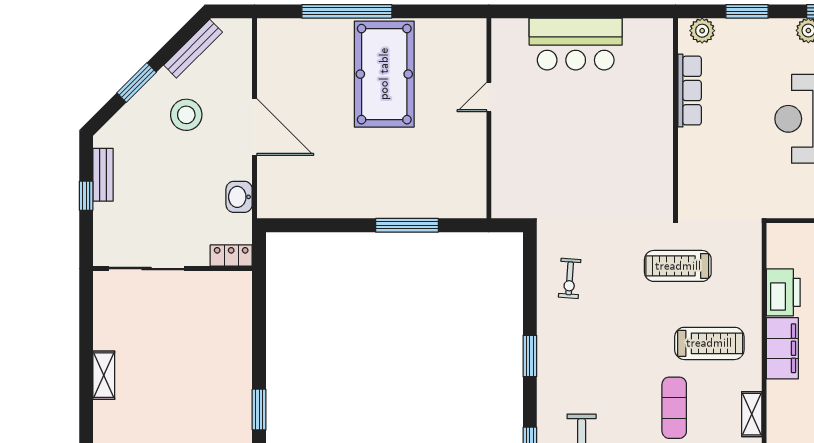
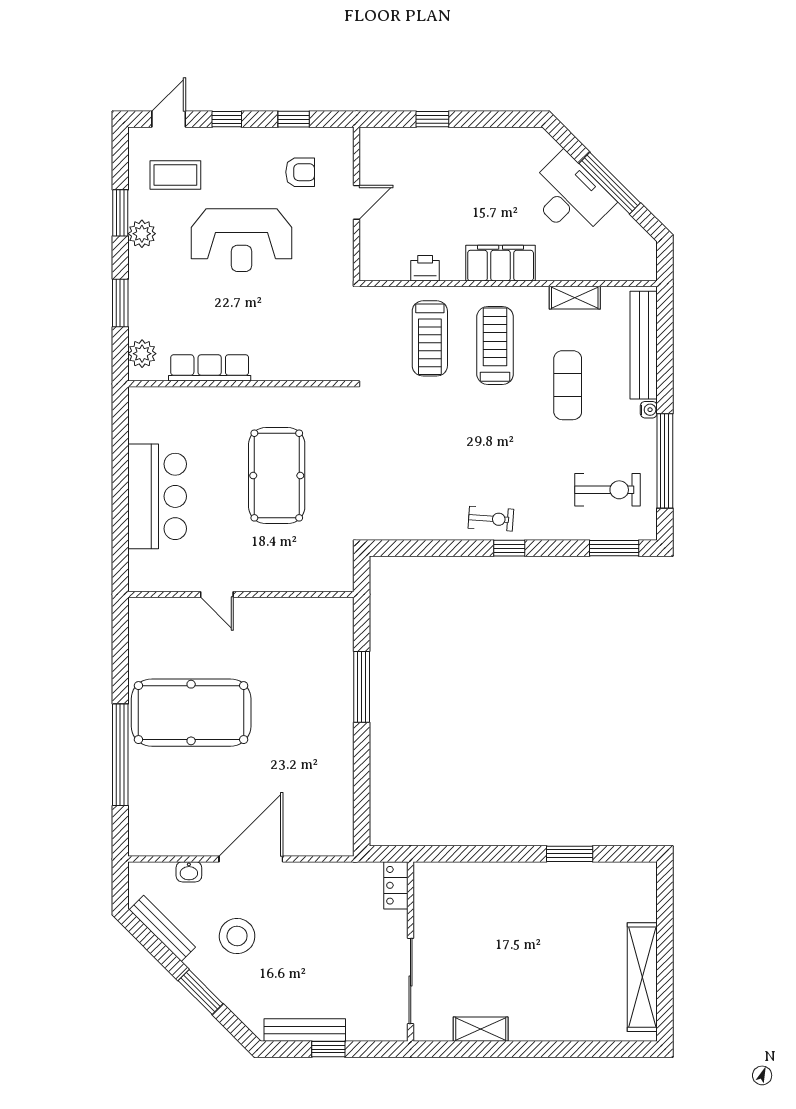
pool table: (594, 150) -> (277, 476), added
bench: (103, 175) -> (305, 1030), width x1.36
washbasin: (239, 197) -> (189, 872), moved, width x0.72, depth x0.69
treadmill: (678, 266) -> (430, 338), moved
exercise bike: (570, 278) -> (491, 519), moved
printer: (783, 292) -> (425, 268), width x0.53, depth x0.68
window: (530, 356) -> (509, 548), width x0.67
shelving: (104, 375) -> (481, 1029), moved
exercise mat: (674, 408) -> (568, 385), turned 90

